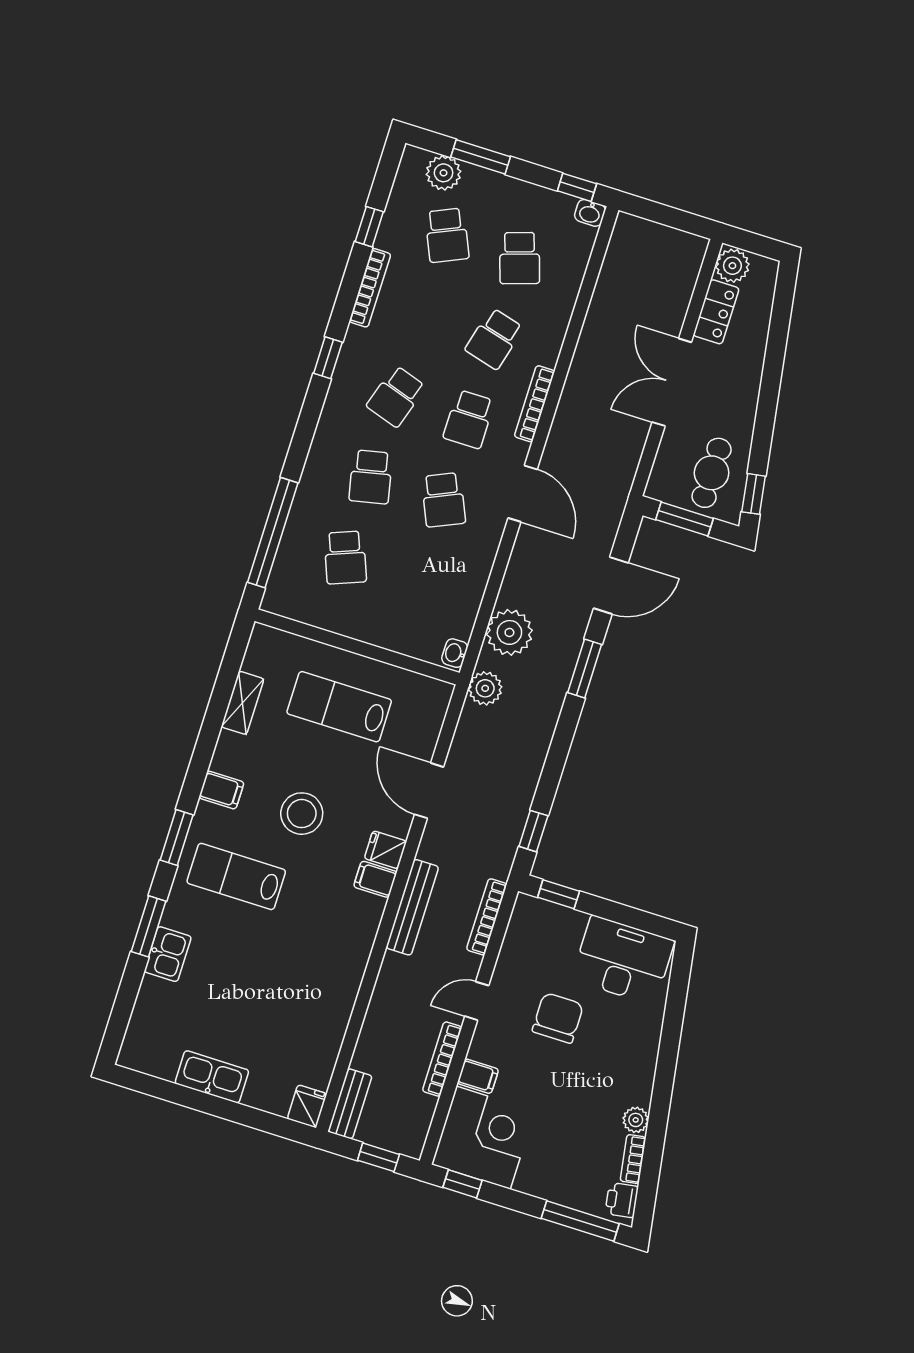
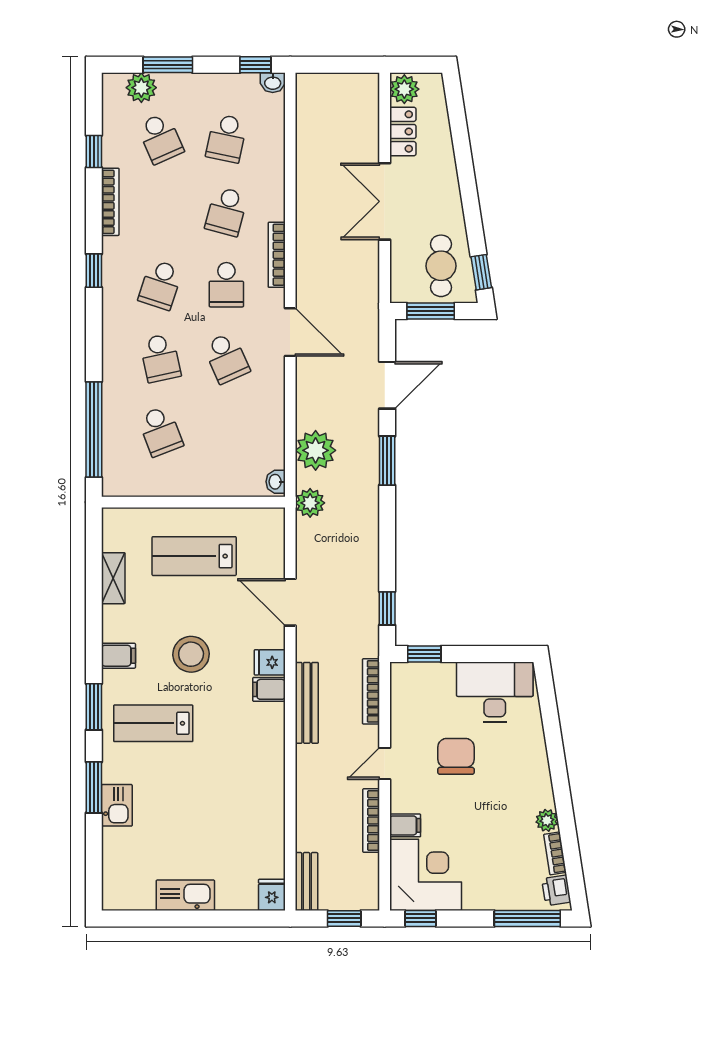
school desk: (520, 258) -> (226, 138), turned 30

